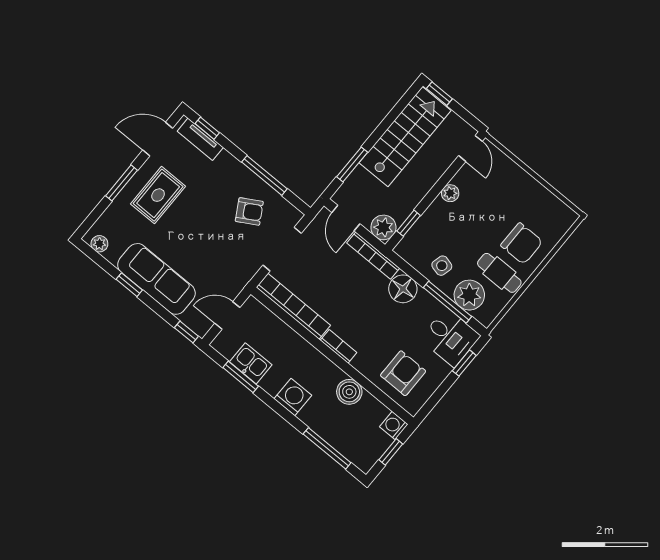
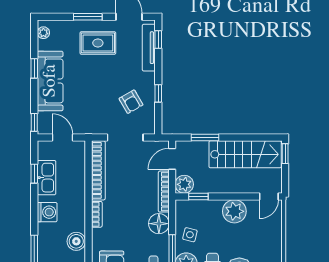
tv unit: (200, 139) -> (149, 48), width x1.41
window: (264, 175) -> (158, 93), width x0.46
plant: (450, 193) -> (234, 211), width x1.88, depth x1.88
kitchen sink: (251, 363) -> (47, 178), width x1.38
window: (241, 377) -> (34, 174), width x0.67

